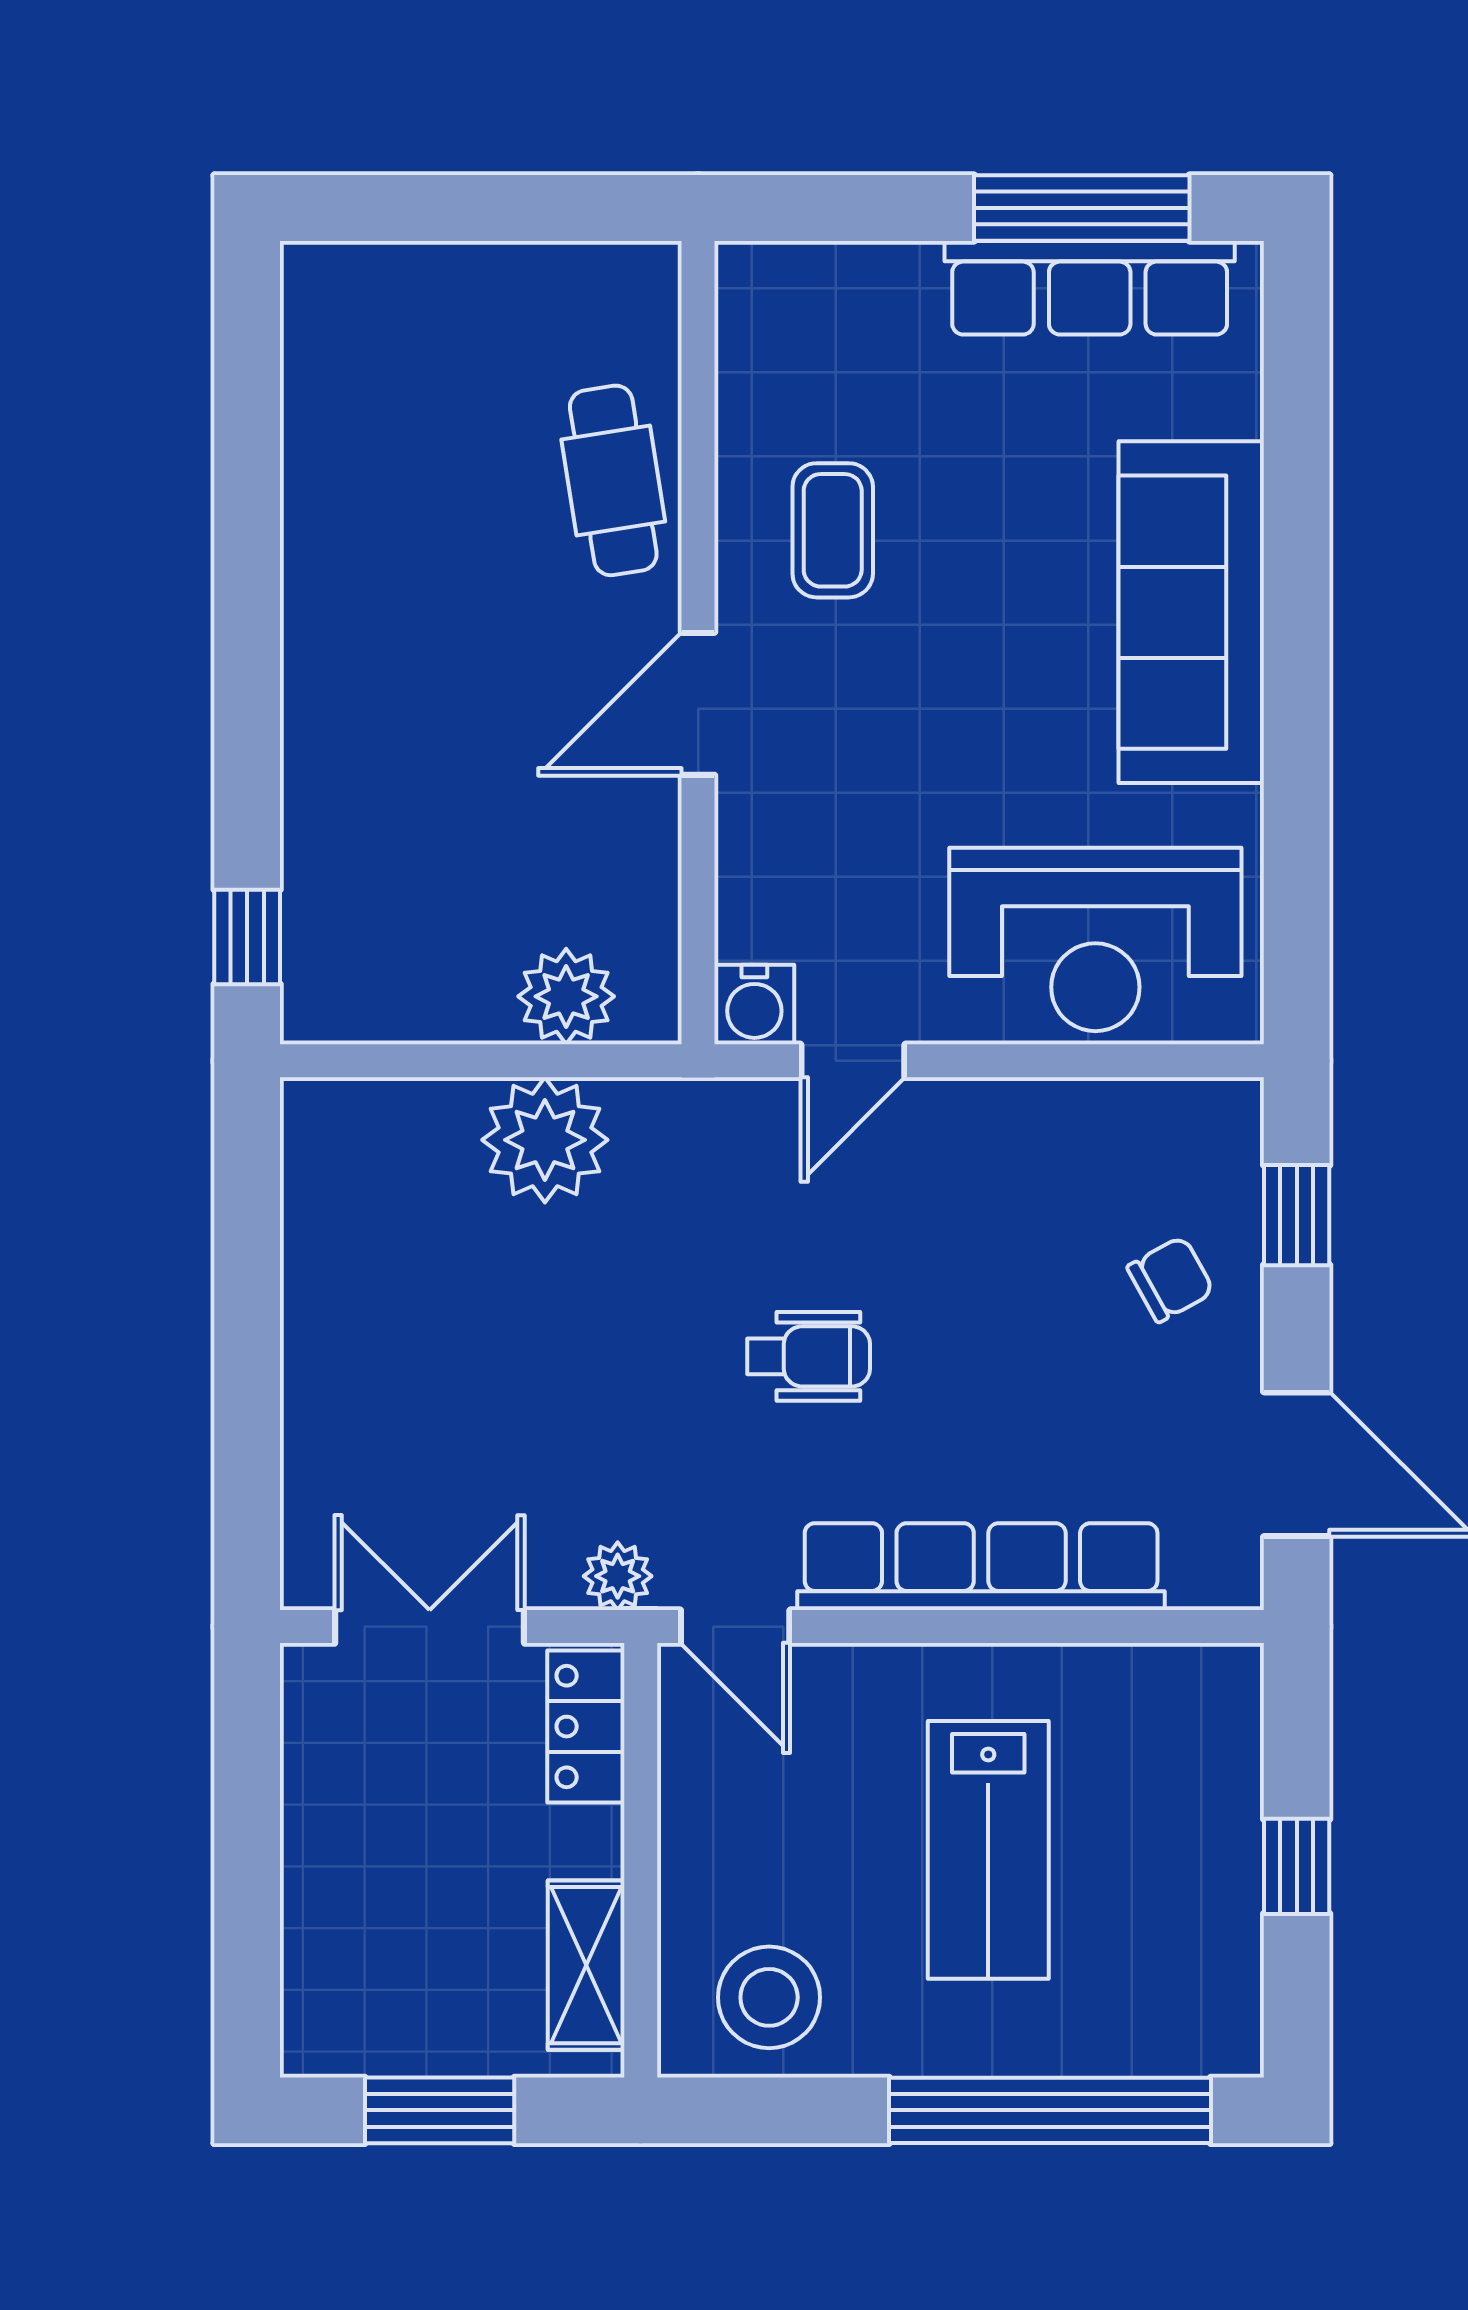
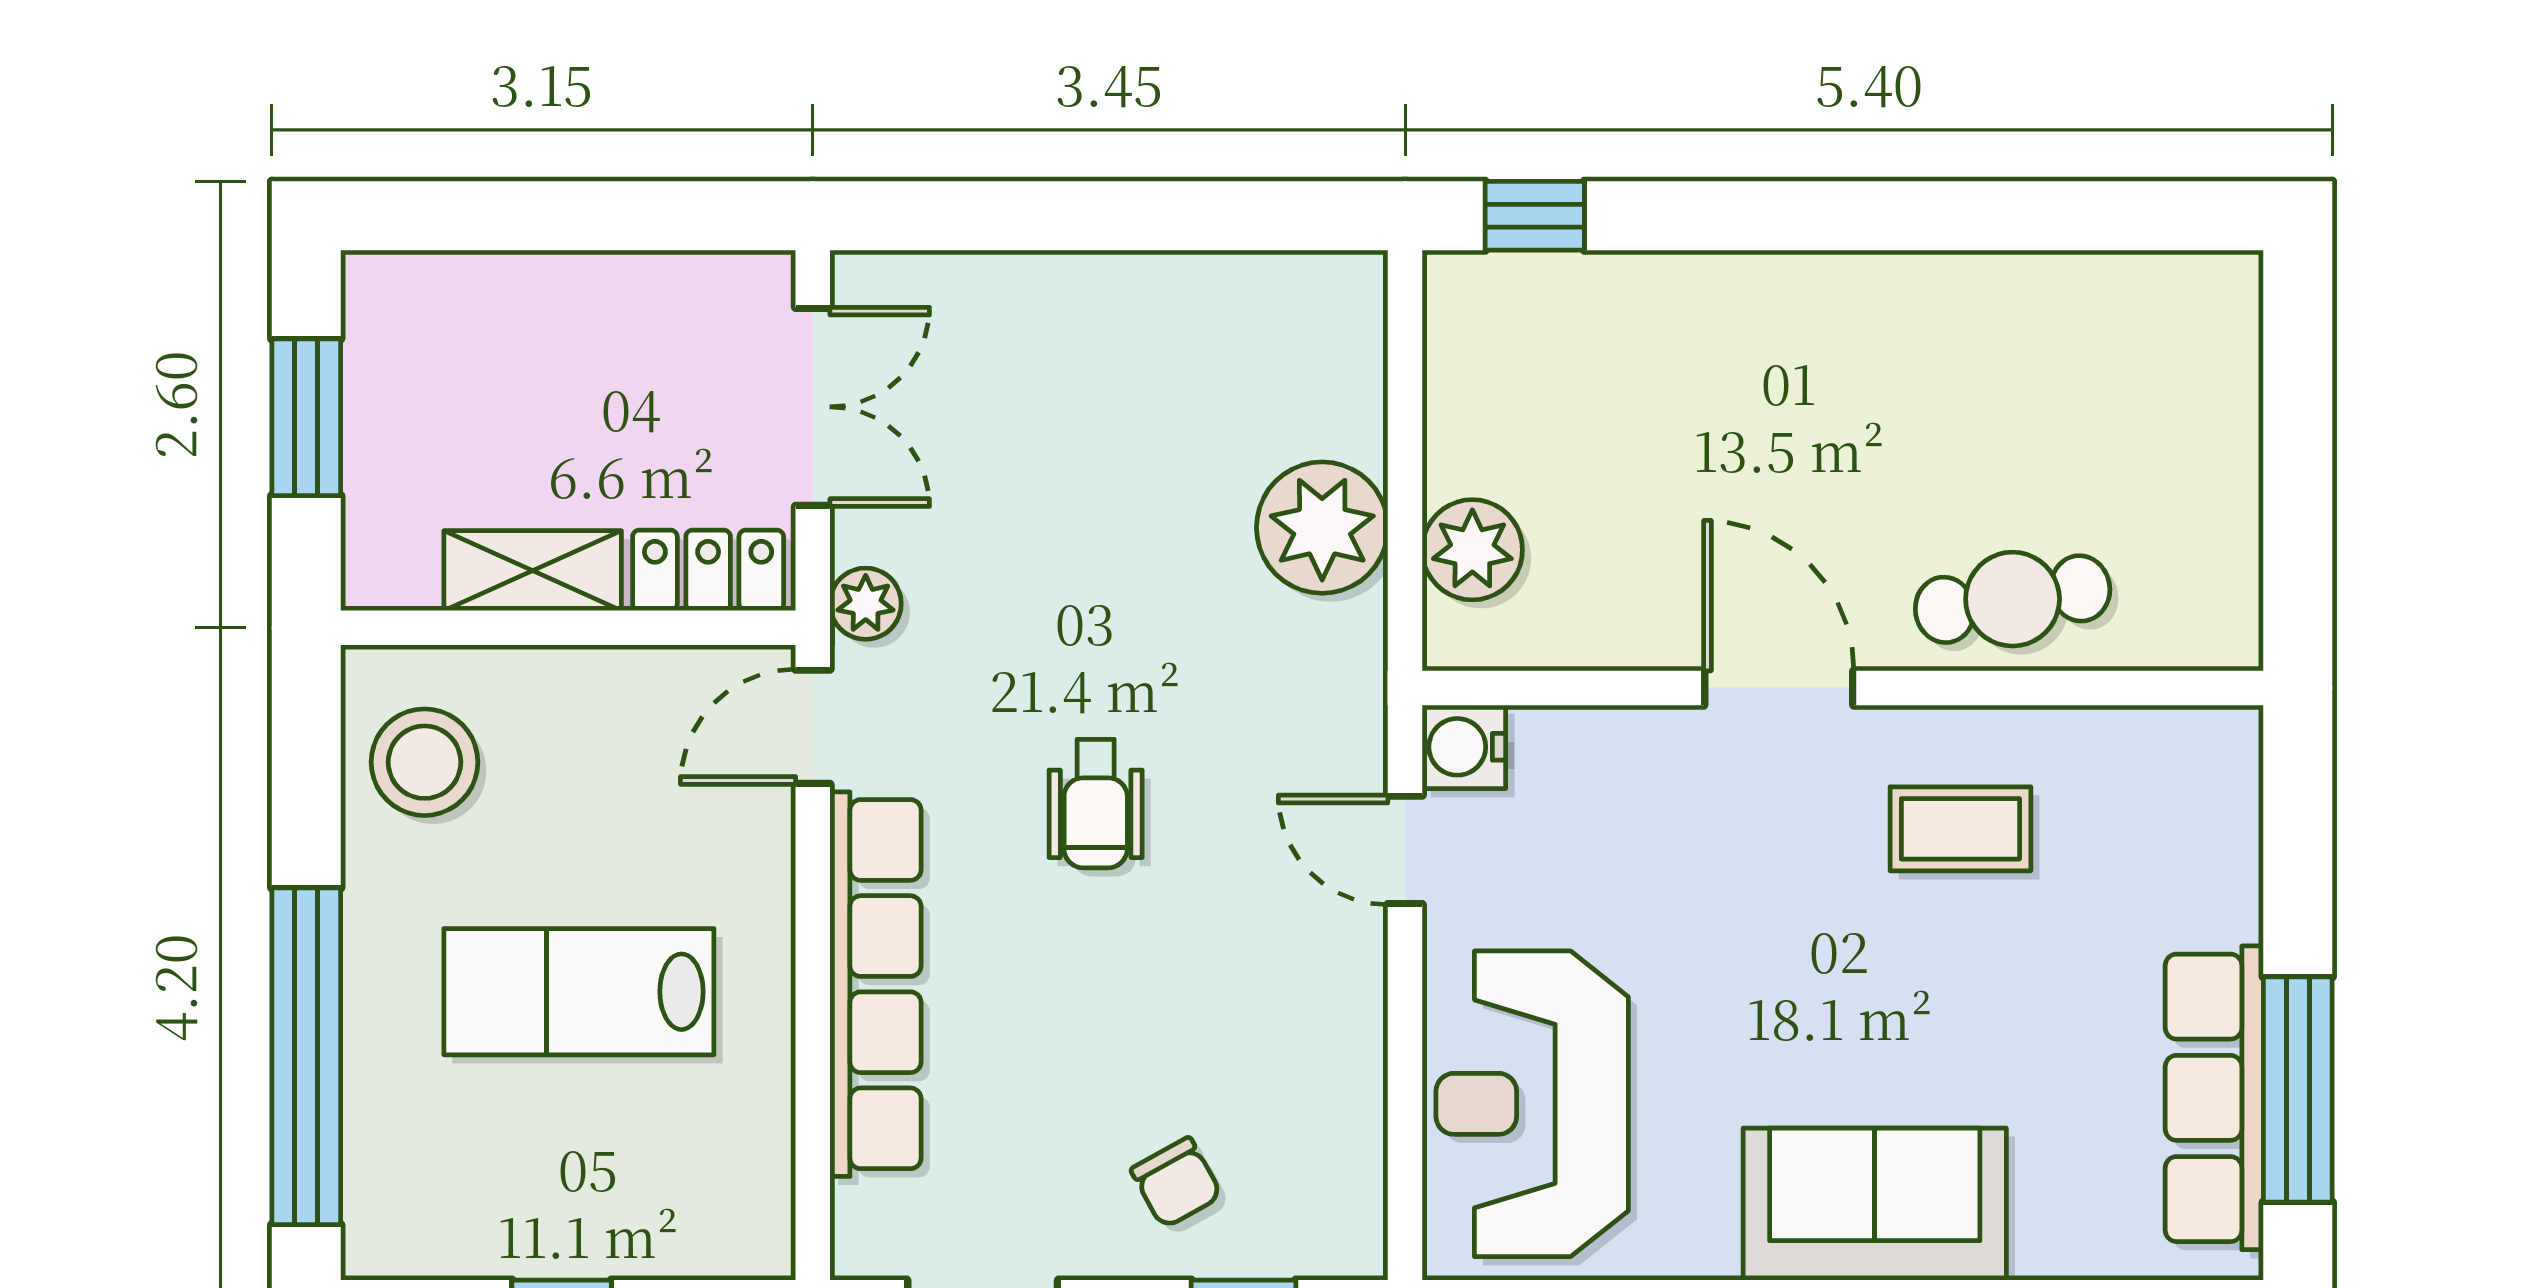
sofa: (1191, 612) -> (1875, 1204), width x0.73
shelving: (586, 1965) -> (533, 571), moved

